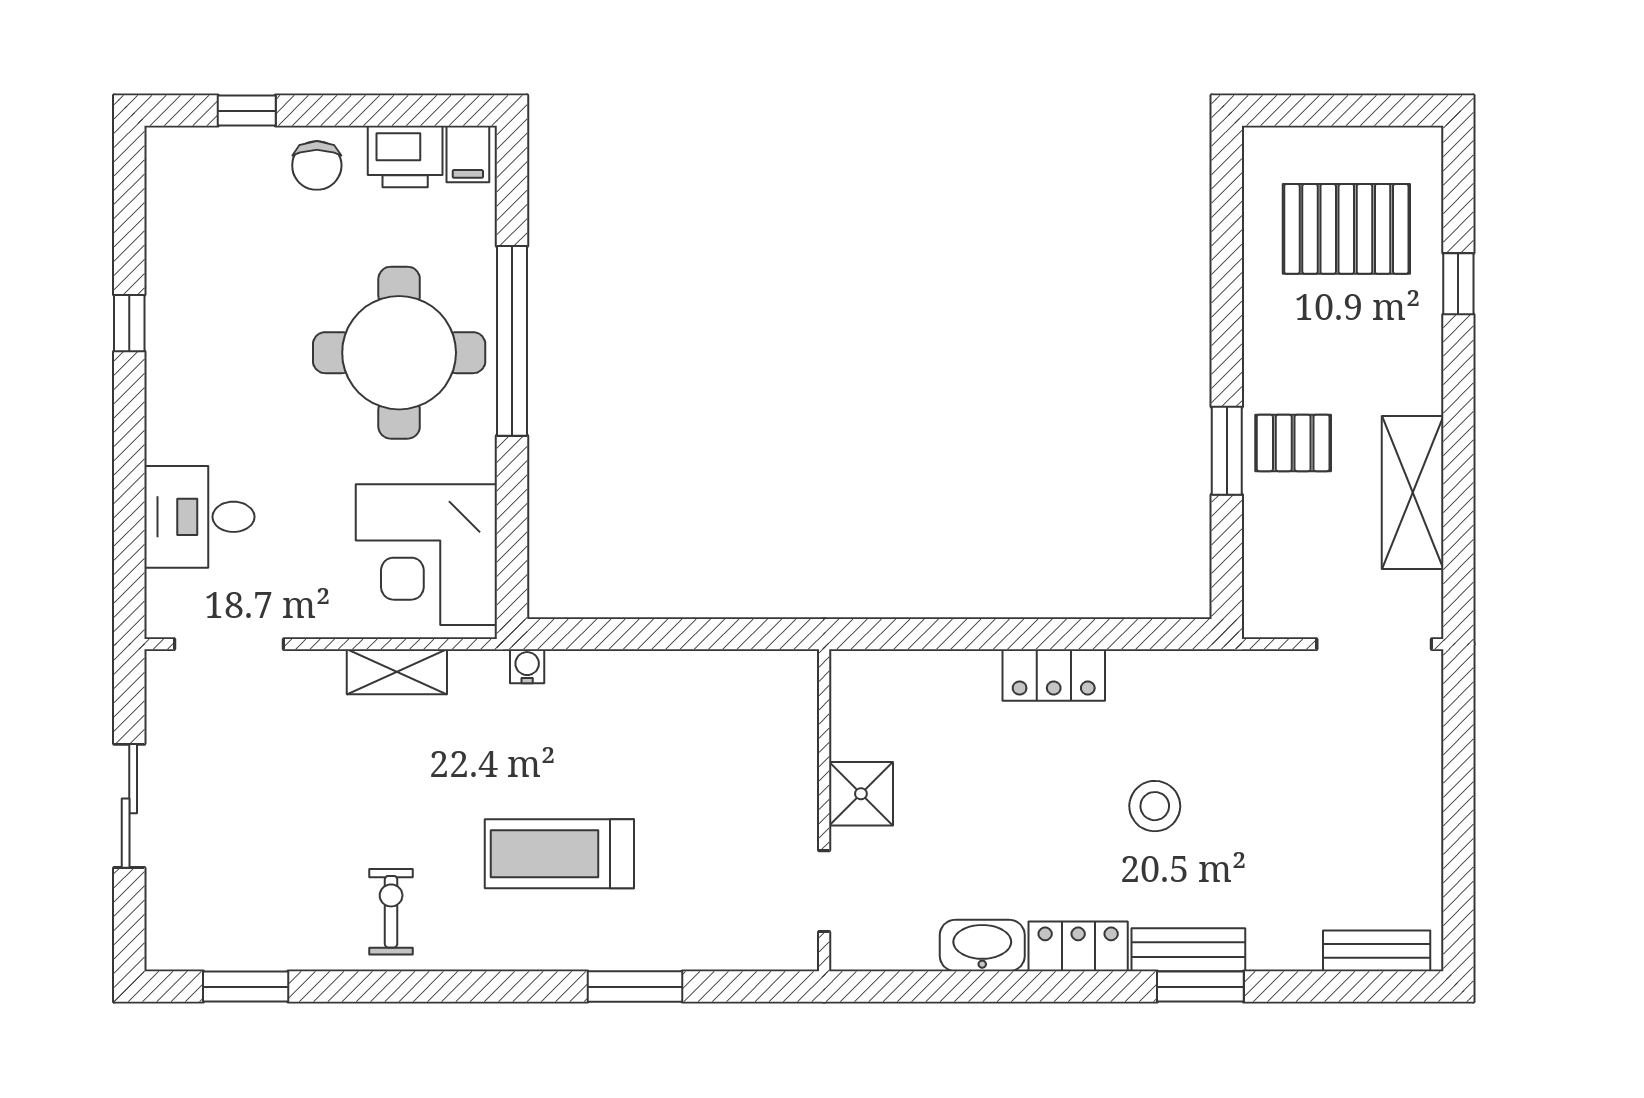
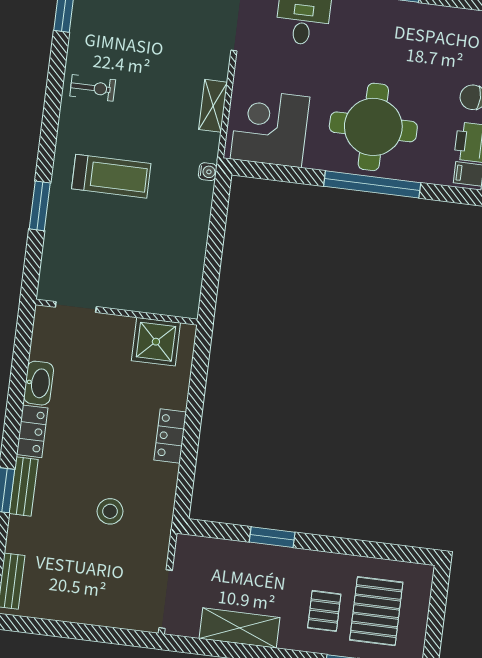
pallet: (1293, 443) -> (324, 611), moved
shower: (861, 794) -> (156, 342), moved, width x1.36, depth x1.36
stool: (1155, 806) -> (110, 511), moved
treadmill: (559, 854) -> (111, 176), turned 90

